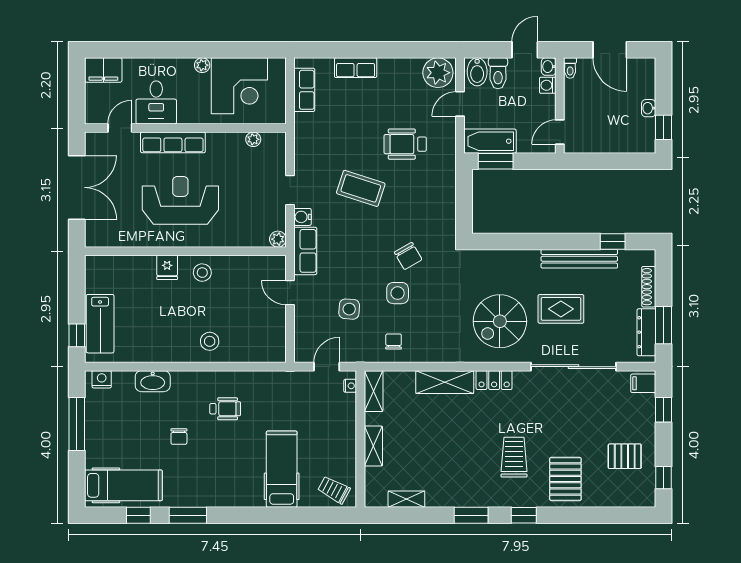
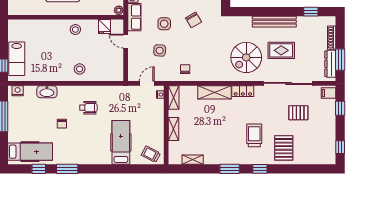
bench: (579, 259) -> (274, 22), moved
fridge: (167, 267) -> (104, 27), moved
side table: (398, 293) -> (164, 24), moved
pallet: (625, 456) -> (298, 113), moved

